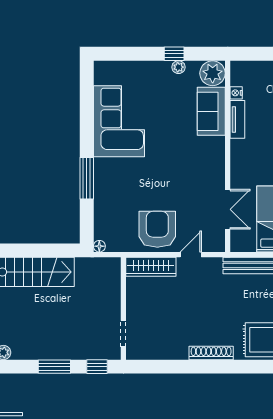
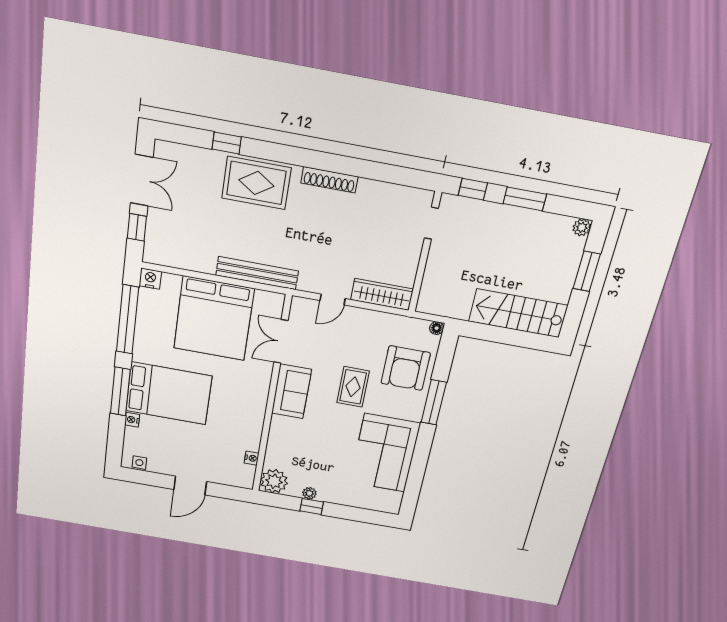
sofa: (211, 111) -> (292, 391), moved
tv unit: (237, 119) -> (254, 432), removed
rug: (159, 179) -> (353, 387), added
armchair: (157, 229) -> (406, 368), moved

